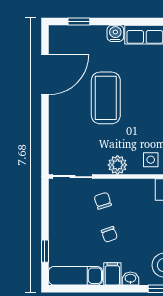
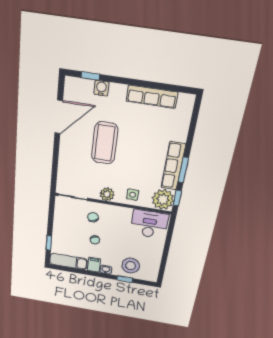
water cooler: (115, 33) -> (101, 88), moved

